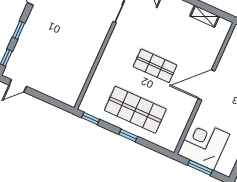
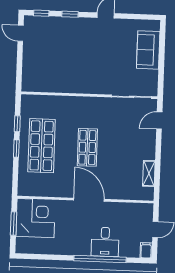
window: (91, 118) -> (17, 124), moved

